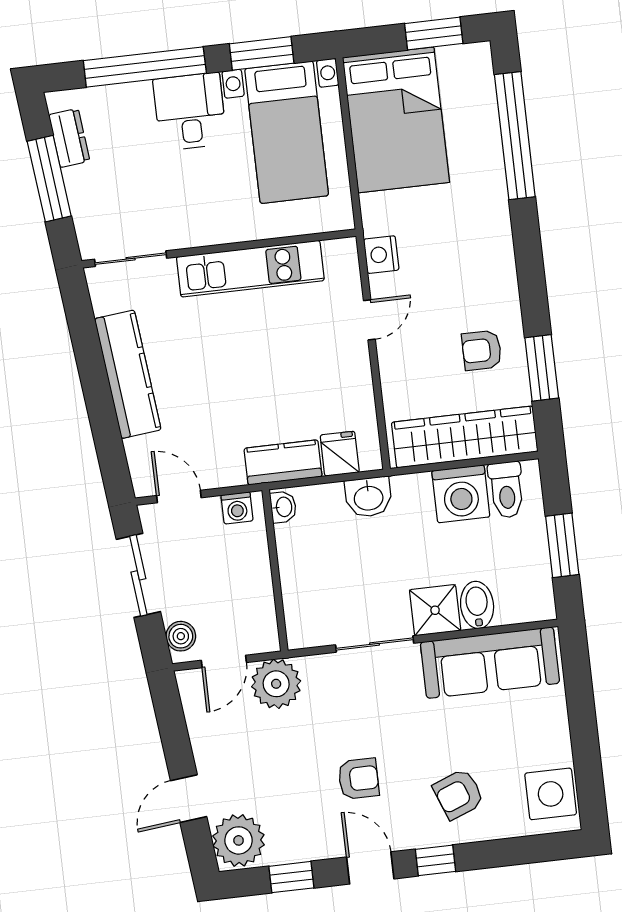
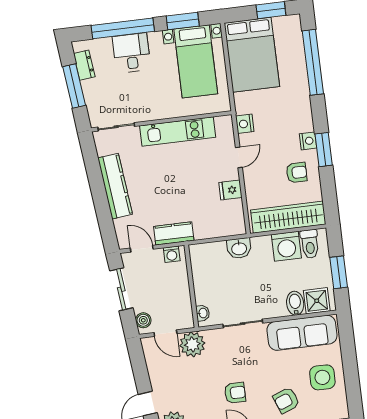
desk: (190, 112) -> (132, 53), moved
nightstand: (504, 289) -> (308, 141), added
armchair: (482, 350) -> (297, 173), turned 180
window: (542, 368) -> (324, 150), moved
fridge: (340, 454) -> (230, 190), moved, turned -90
kitchen counter: (283, 462) -> (174, 233), moved
washbasin: (283, 507) -> (203, 313), moved
shower: (435, 610) -> (317, 301), moved
door: (224, 661) -> (165, 333), hinge flipped
side table: (551, 794) -> (322, 377), moved

